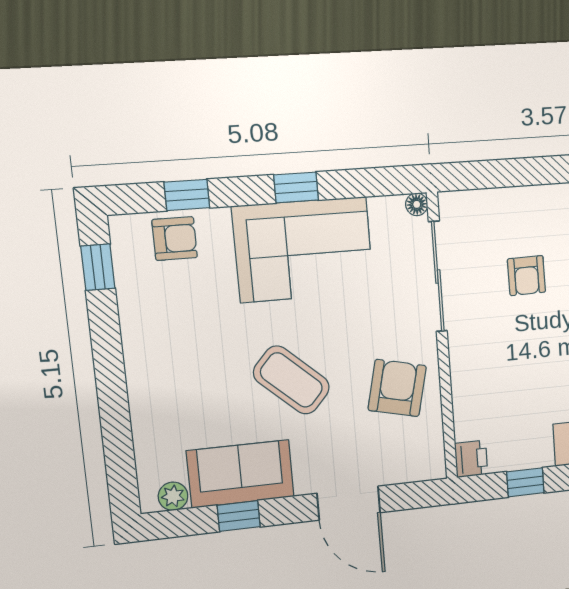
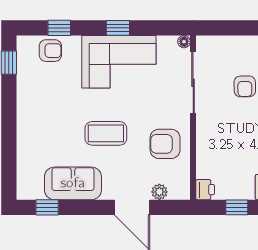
coffee table: (291, 380) -> (106, 133), turned -42
armchair: (397, 388) -> (165, 144), turned -103
plant: (173, 496) -> (159, 192), moved
window: (239, 516) -> (47, 207), moved

